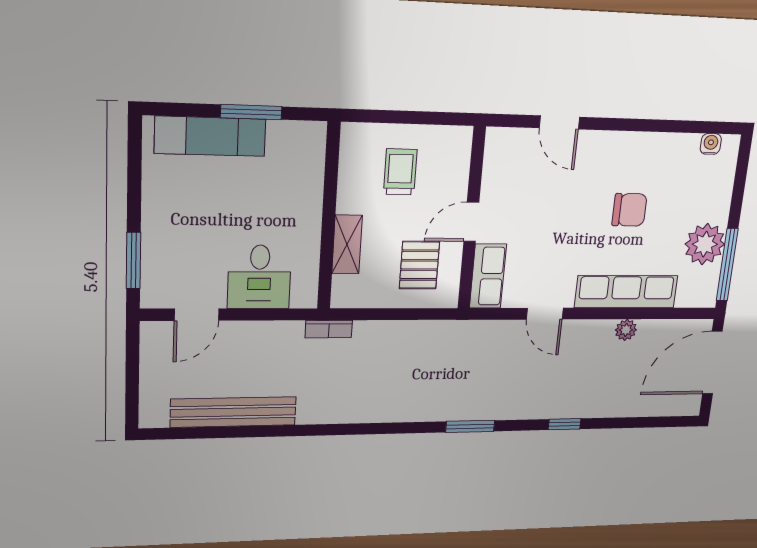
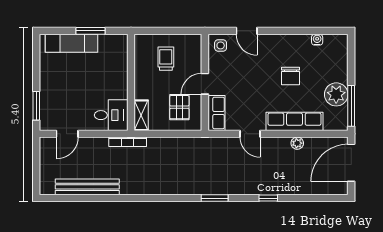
water cooler: (711, 144) -> (317, 40), moved
side table: (508, 149) -> (221, 45), added
chair: (629, 210) -> (290, 76), turned 90
shelving: (347, 244) -> (141, 115), moved
desk: (259, 277) -> (111, 115), moved, turned -90
bookcase: (329, 329) -> (128, 142), width x1.56

